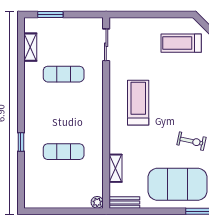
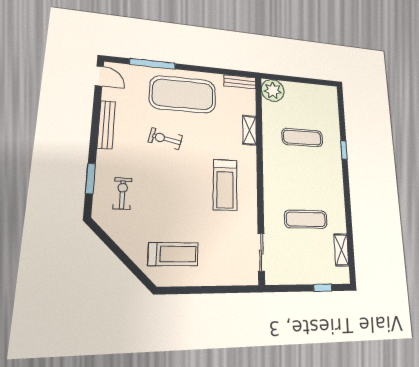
window: (50, 14) -> (323, 288), width x0.67
shelving: (115, 168) -> (250, 130), moved
plant: (97, 202) -> (273, 90), width x1.88, depth x1.88

